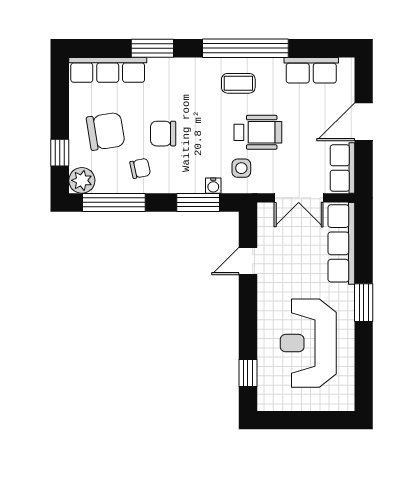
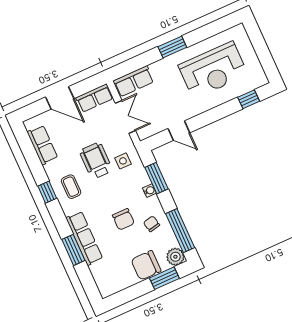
window: (245, 48) -> (47, 192), width x0.32
row of seats: (108, 70) -> (84, 238), moved
chair: (106, 131) -> (146, 265), moved, turned -81
window: (60, 153) -> (164, 278), width x1.50
water cooler: (213, 186) -> (149, 191), moved
row of seats: (341, 243) -> (133, 81), width x0.68

